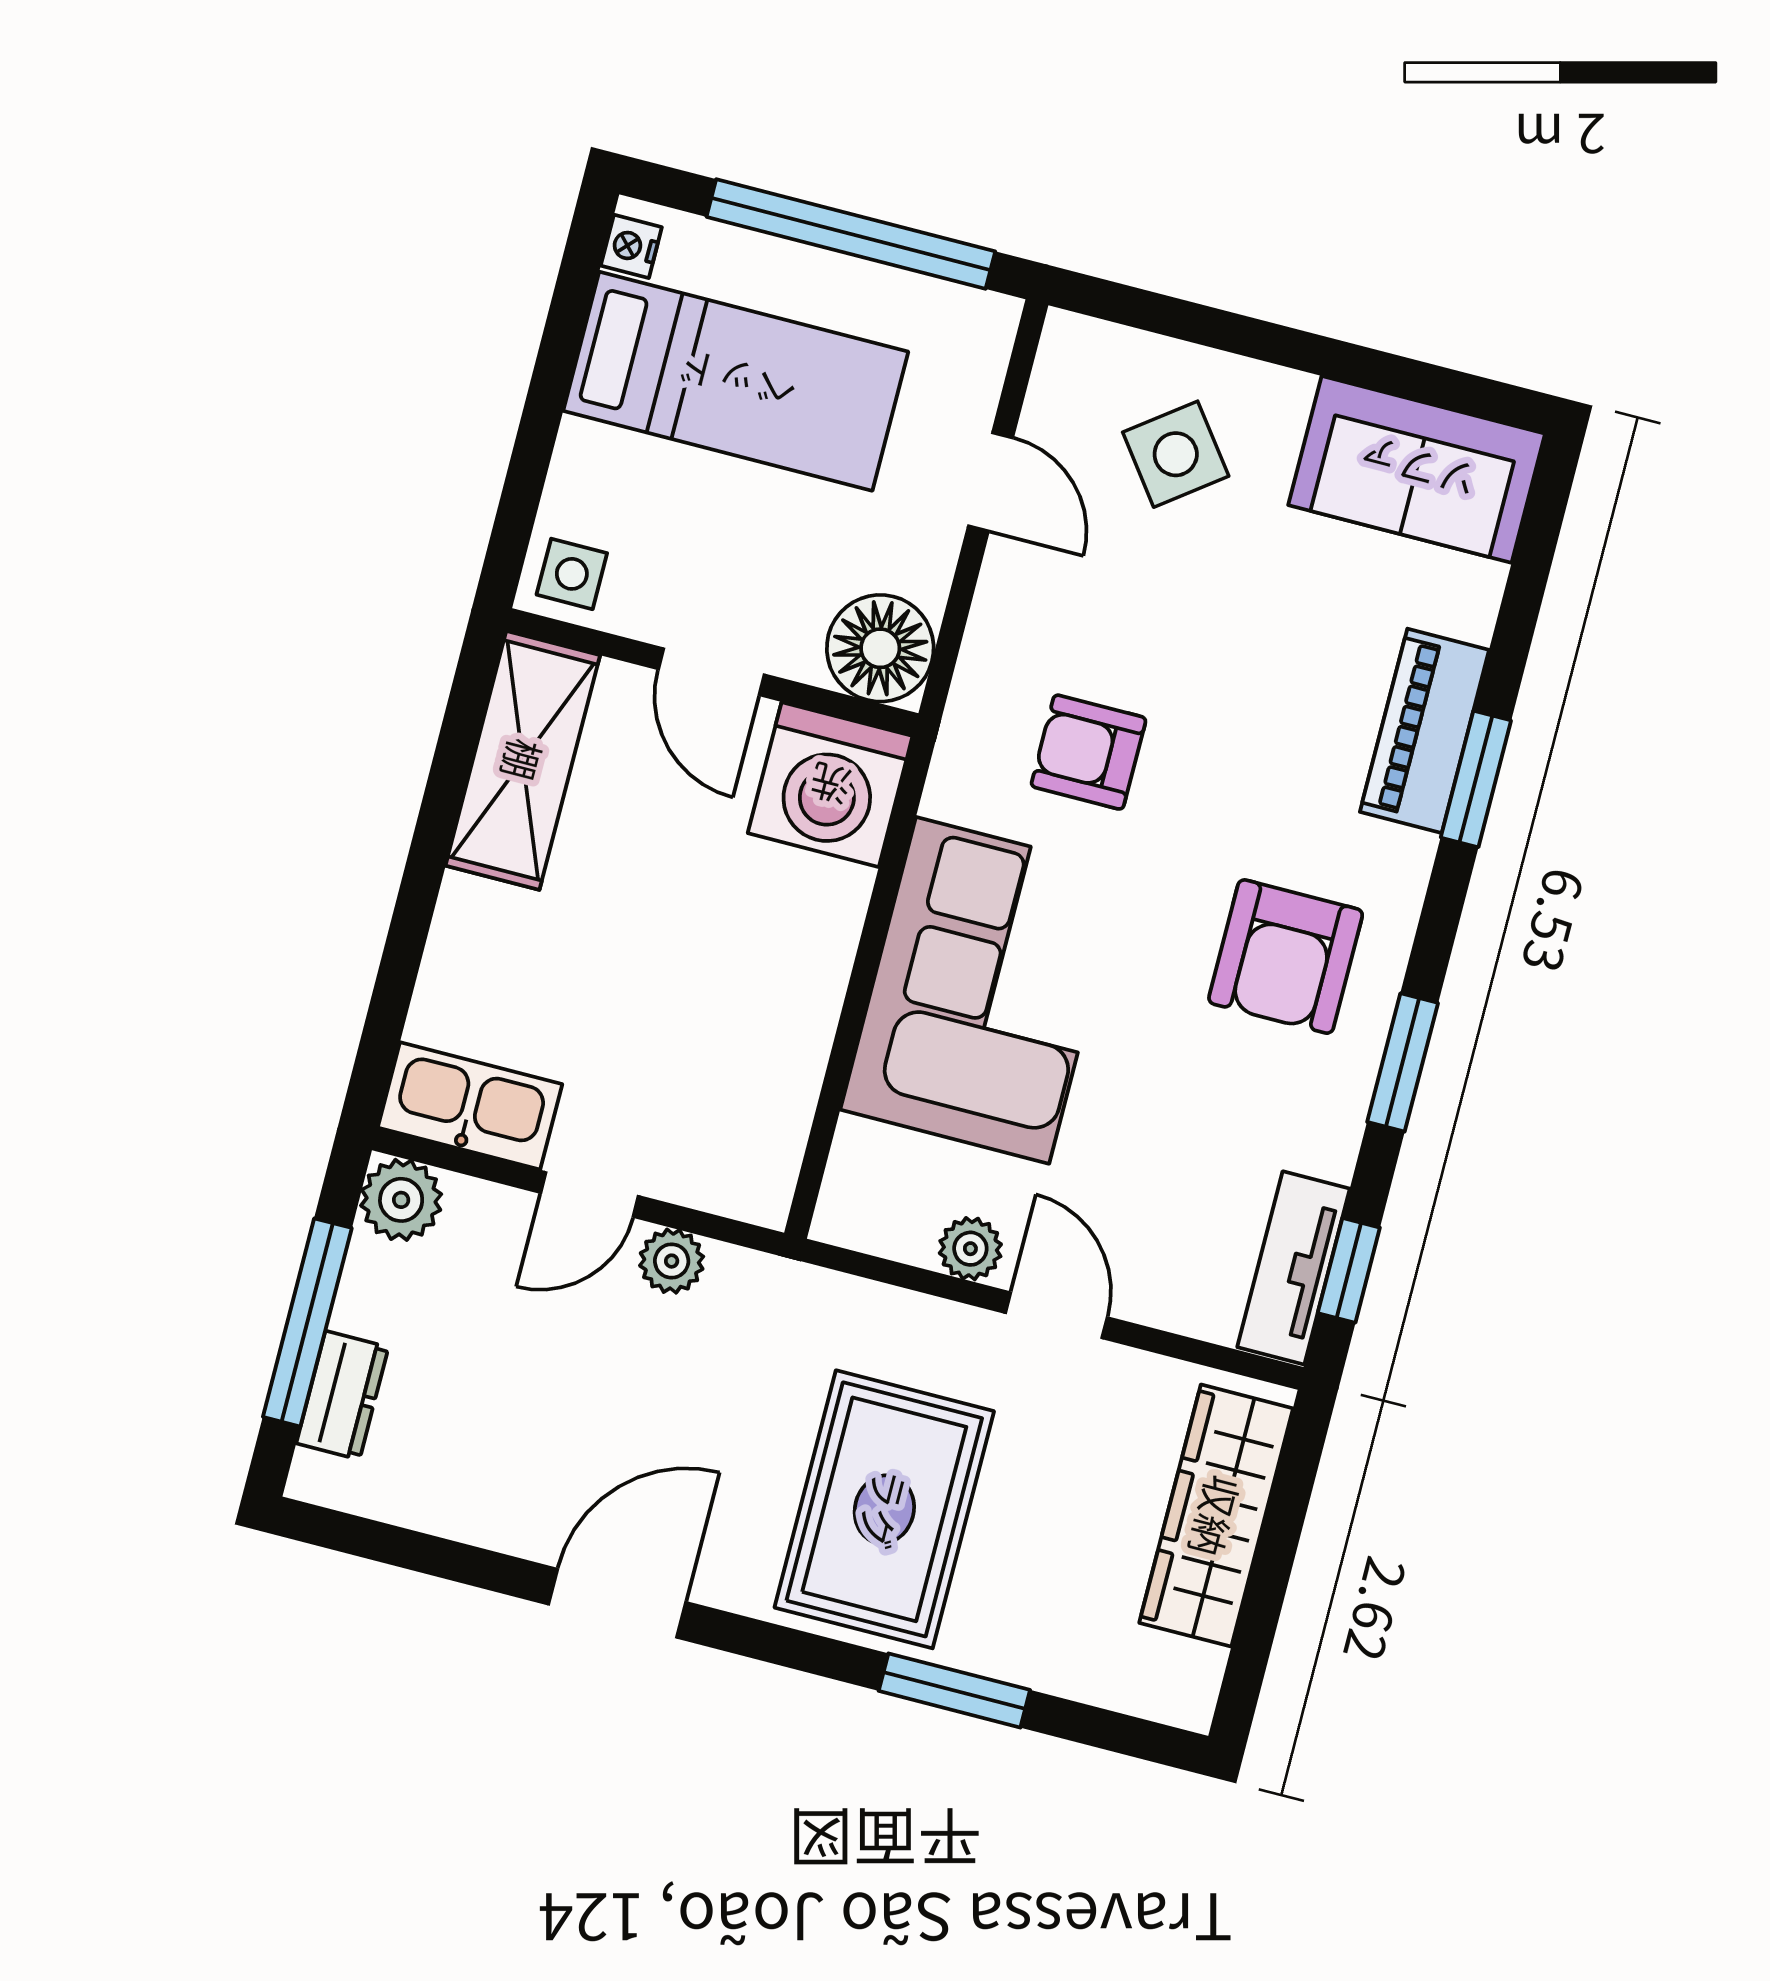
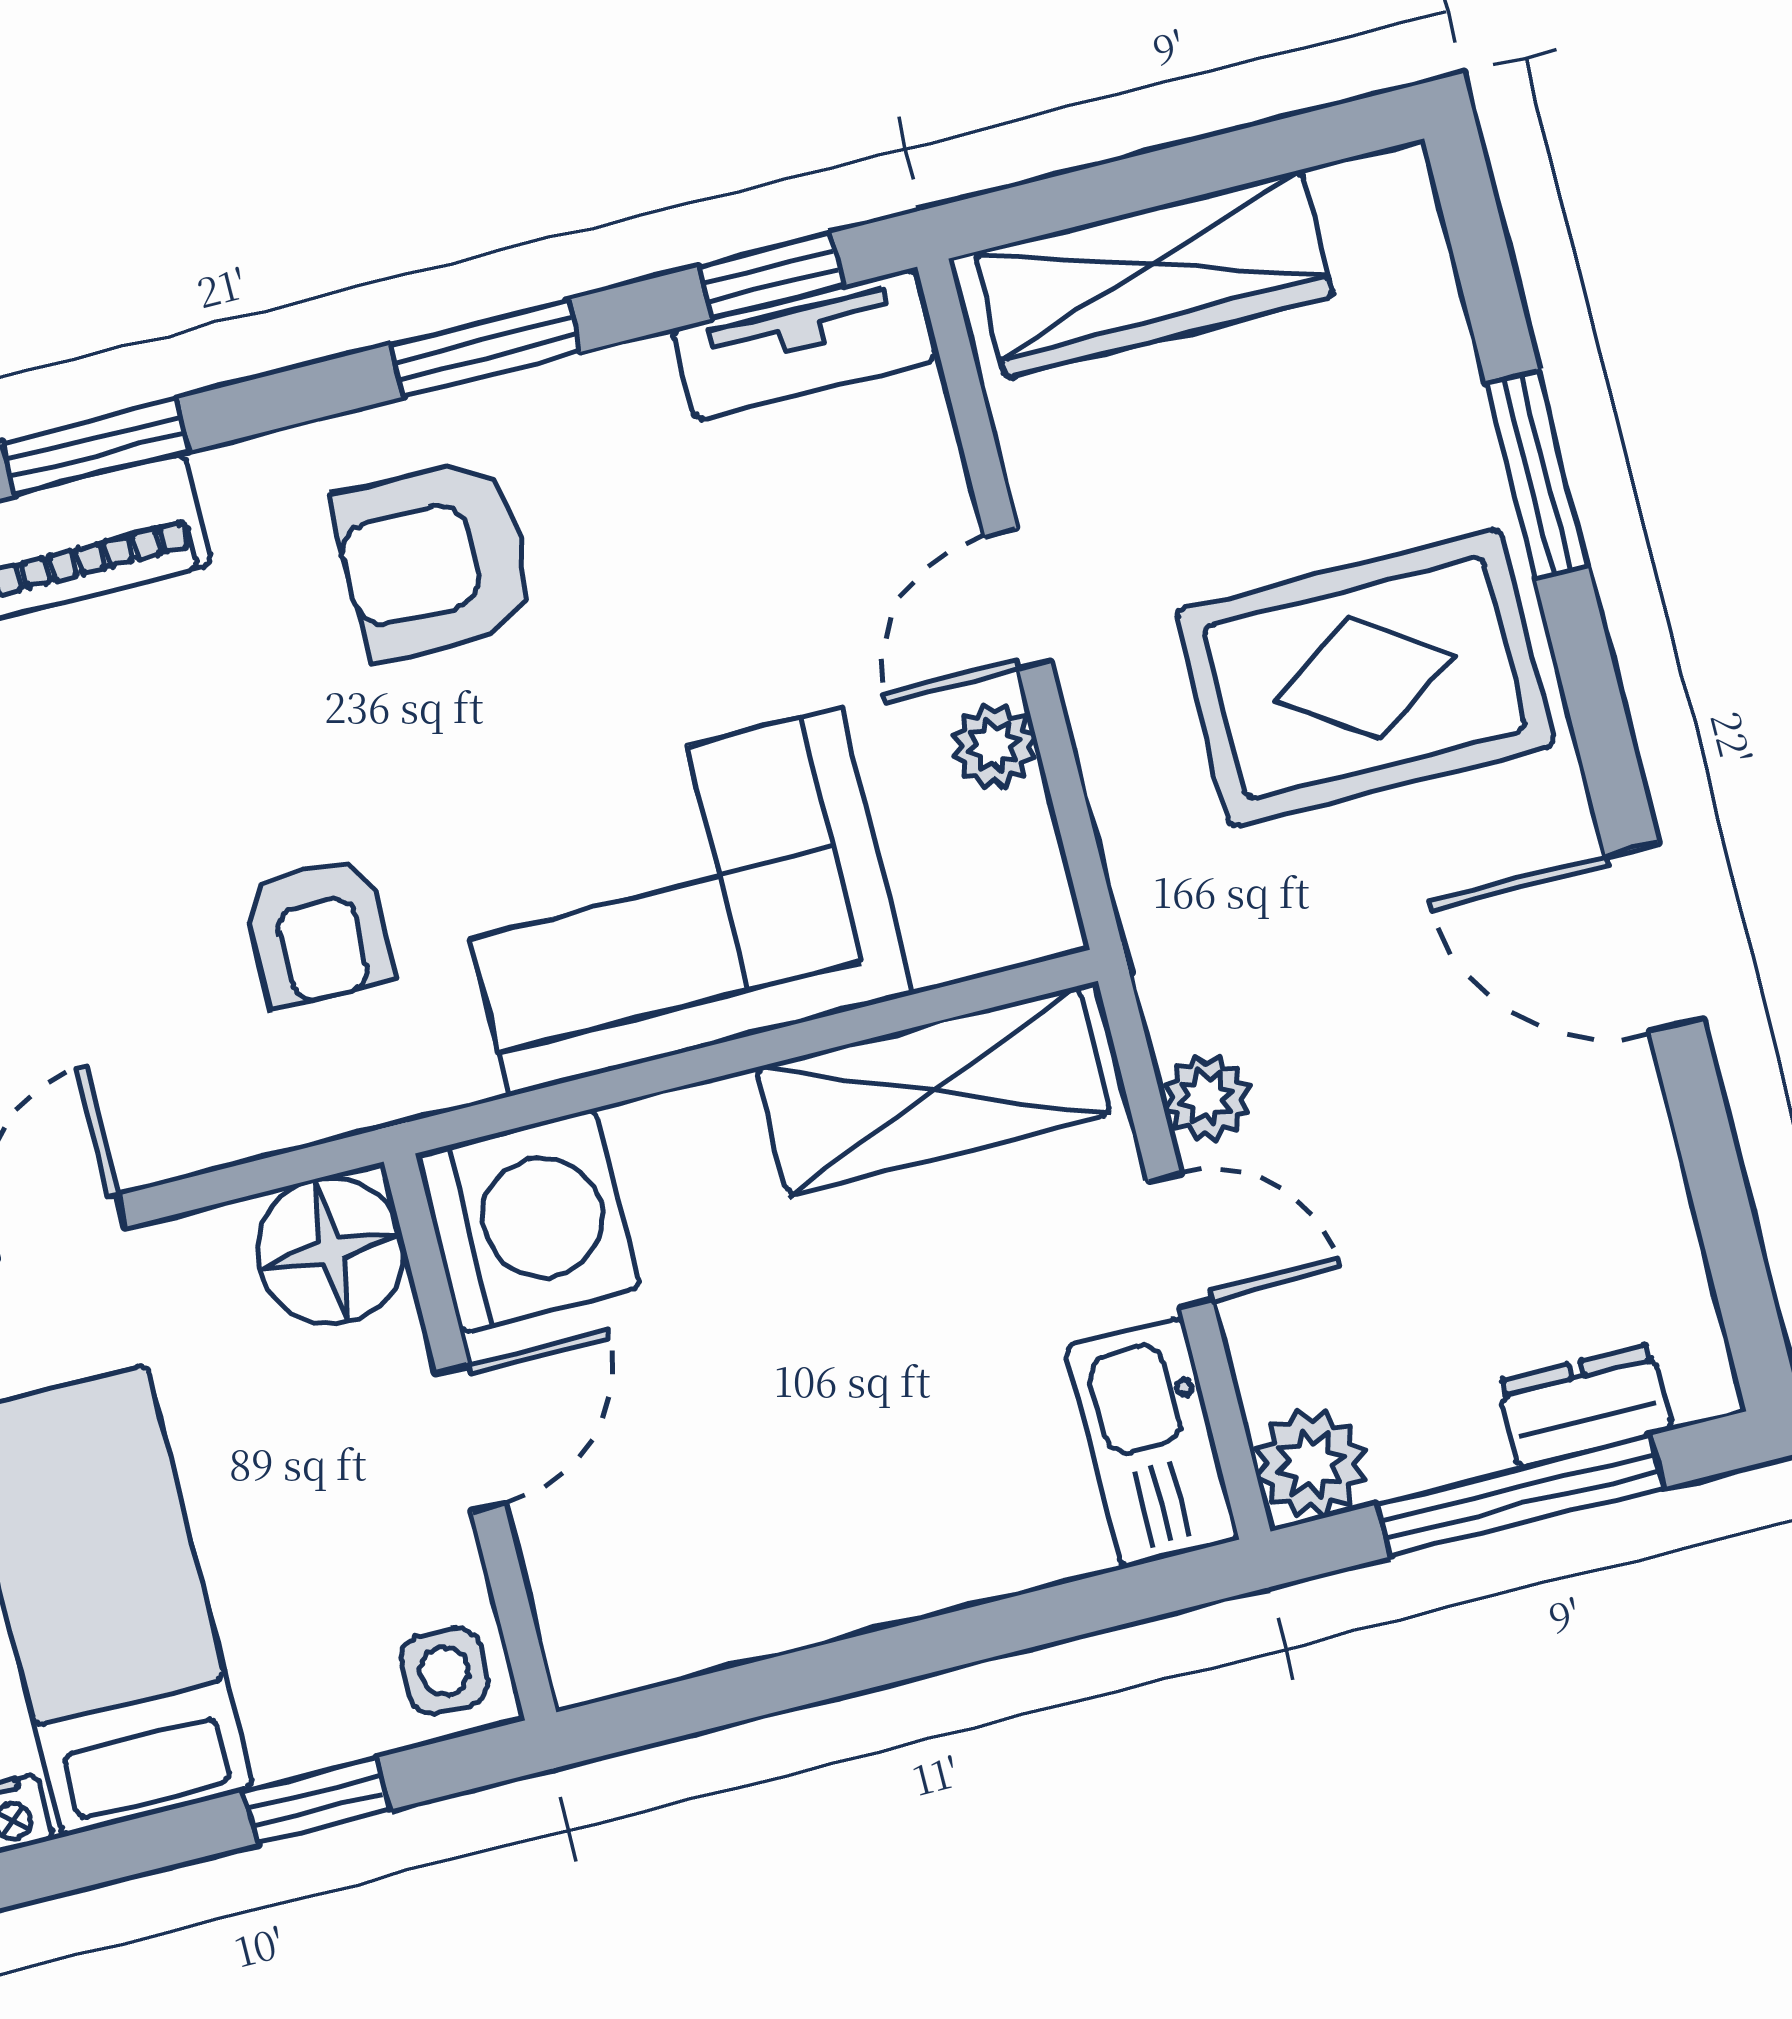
window: (534, 447) -> (317, 1800), added
shelving: (523, 760) -> (933, 1091), moved
armchair: (1286, 957) -> (435, 559), turned 180

